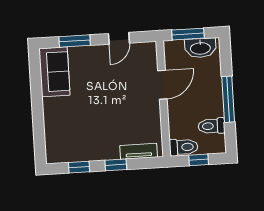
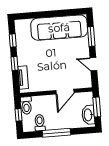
sofa: (54, 72) -> (59, 28), width x1.85, depth x1.27
door: (162, 85) -> (65, 92), hinge flipped

